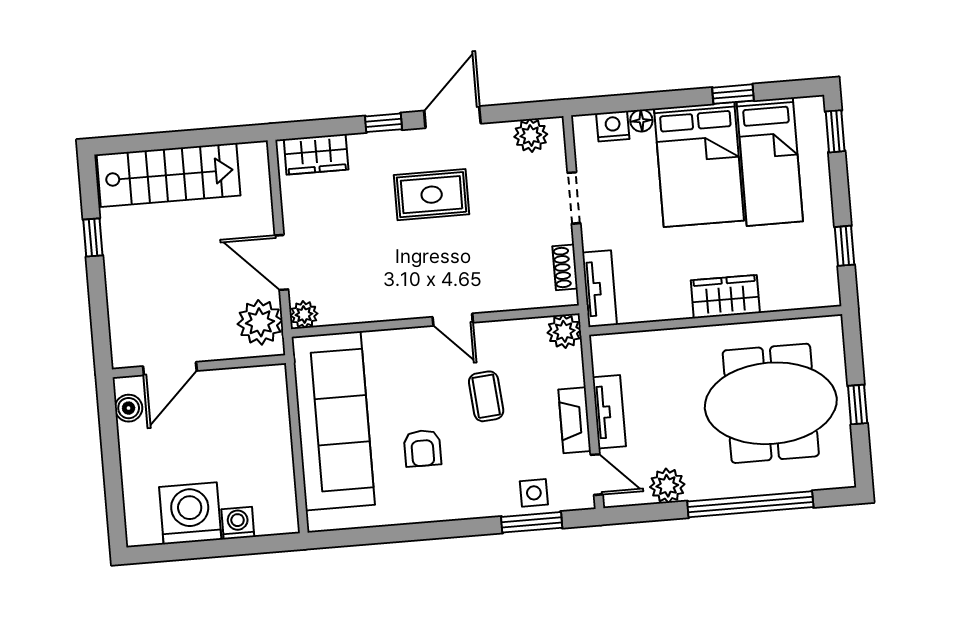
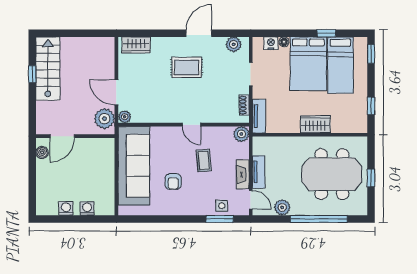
window: (383, 123) -> (168, 33), removed
stairs: (169, 175) -> (48, 69), moved, turned -90
washing machine: (190, 513) -> (66, 208), width x0.53, depth x0.53

